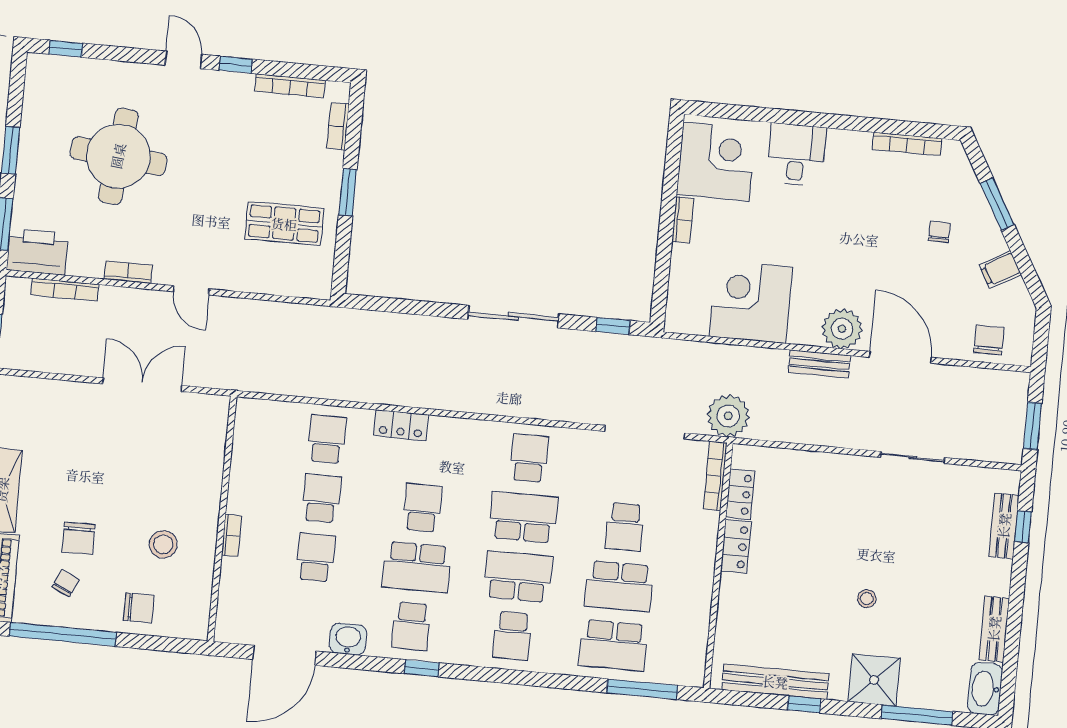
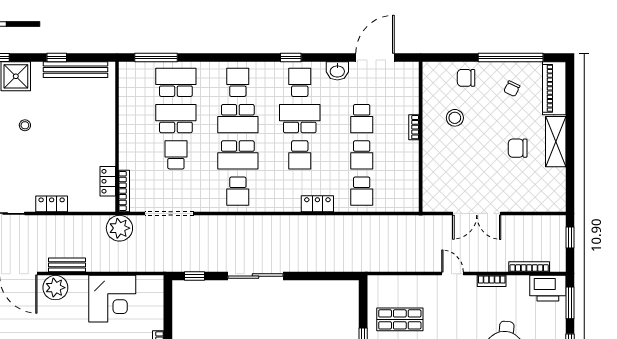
chair: (79, 538) -> (518, 148), moved, turned -90
locker: (736, 547) -> (52, 204), moved, turned 90

